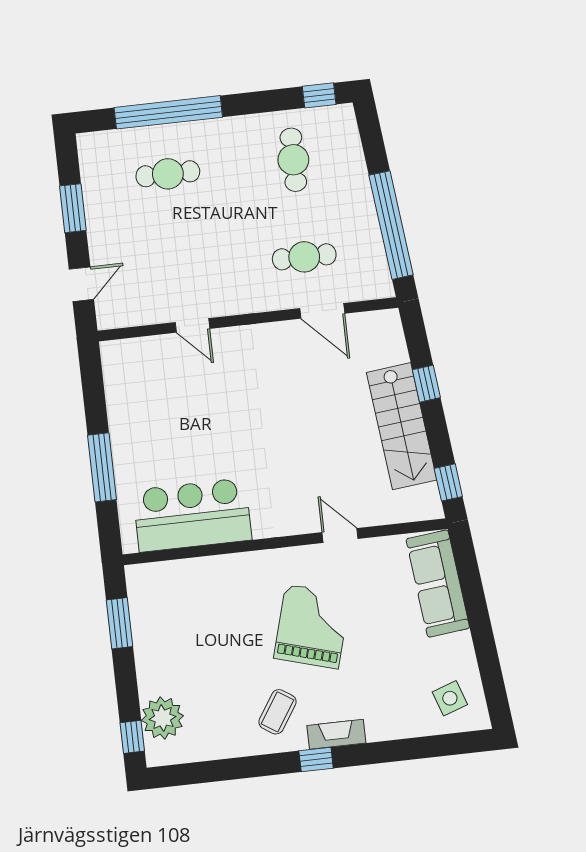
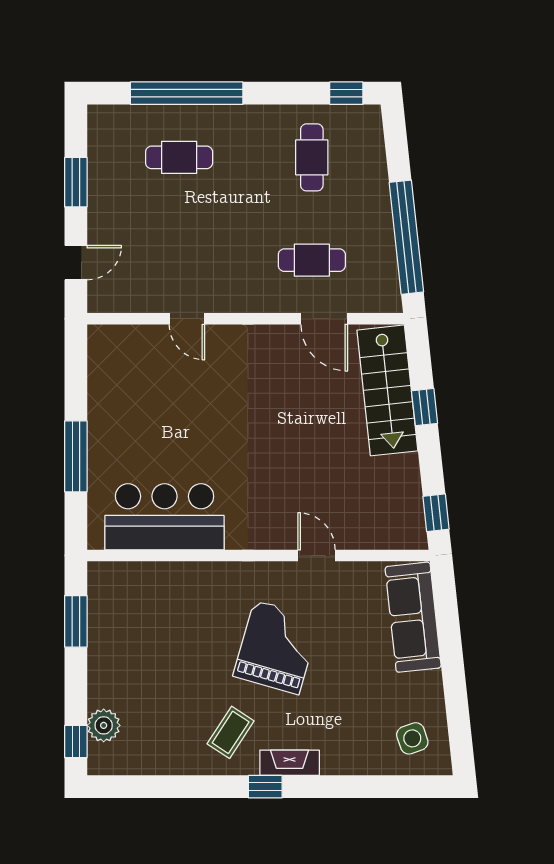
stairs: (402, 426) -> (387, 390), moved
plant: (162, 718) -> (104, 725), width x0.73, depth x0.73

